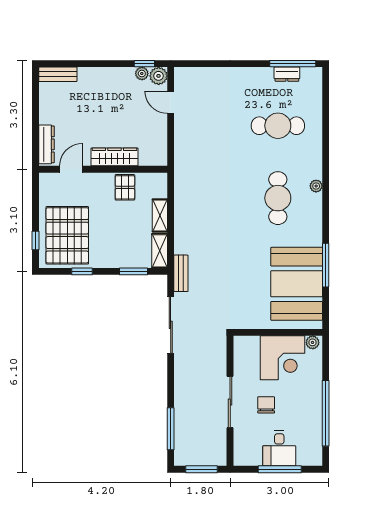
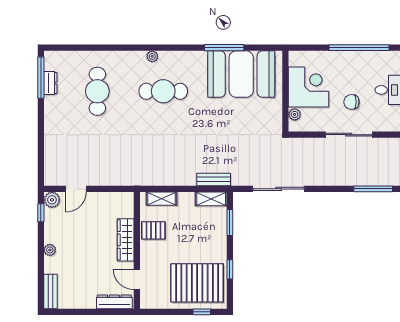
plant: (142, 74) -> (50, 250), moved
shelving: (160, 215) -> (161, 199), moved
bench: (181, 273) -> (214, 179), moved
plant: (313, 342) -> (295, 114), moved

